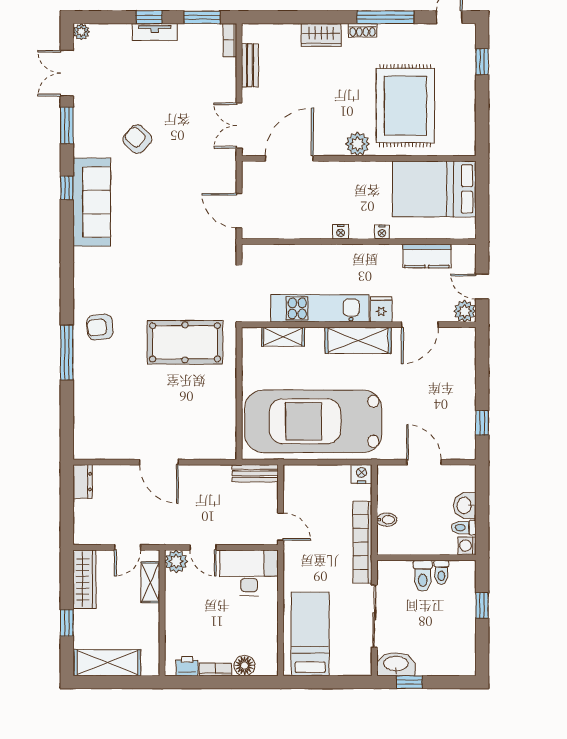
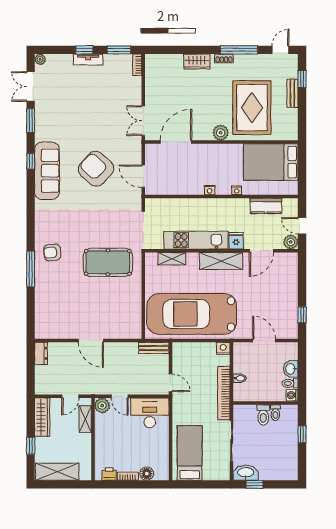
bench: (250, 65) -> (292, 93), moved
armchair: (137, 139) -> (96, 169), moved, width x1.88, depth x1.88

